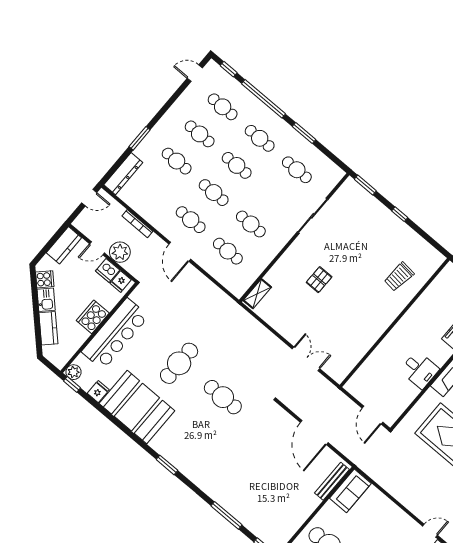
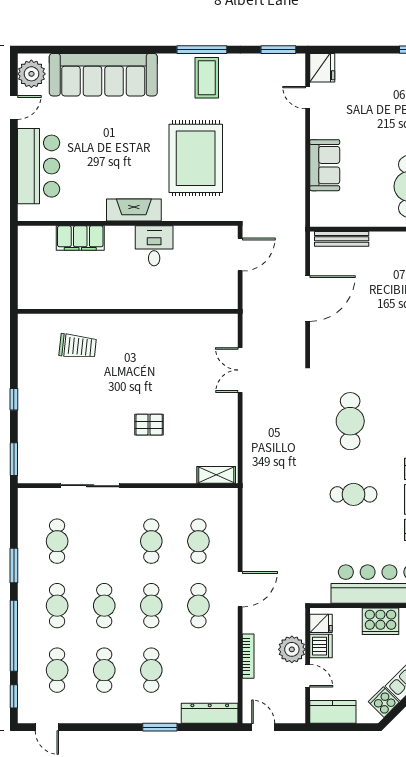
cafe table: (179, 363) -> (353, 494), width x0.73, depth x0.74
sofa: (350, 491) -> (325, 165), moved, turned 90

